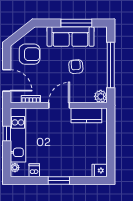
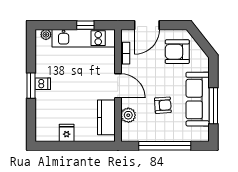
armchair: (30, 54) -> (177, 52), turned 90
plant: (101, 96) -> (128, 115), moved
dishwasher: (34, 170) -> (43, 84), moved
fridge: (100, 171) -> (67, 133), moved

